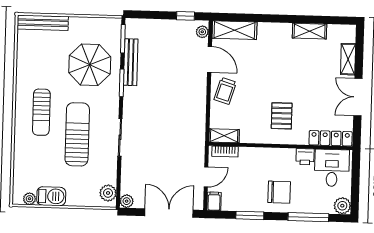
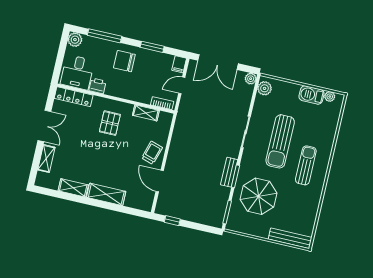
shelving: (234, 30) -> (106, 194), moved
plant: (202, 32) -> (161, 205), removed
bench: (131, 62) -> (229, 172), moved, width x0.73
shelving: (224, 136) -> (146, 113), moved

